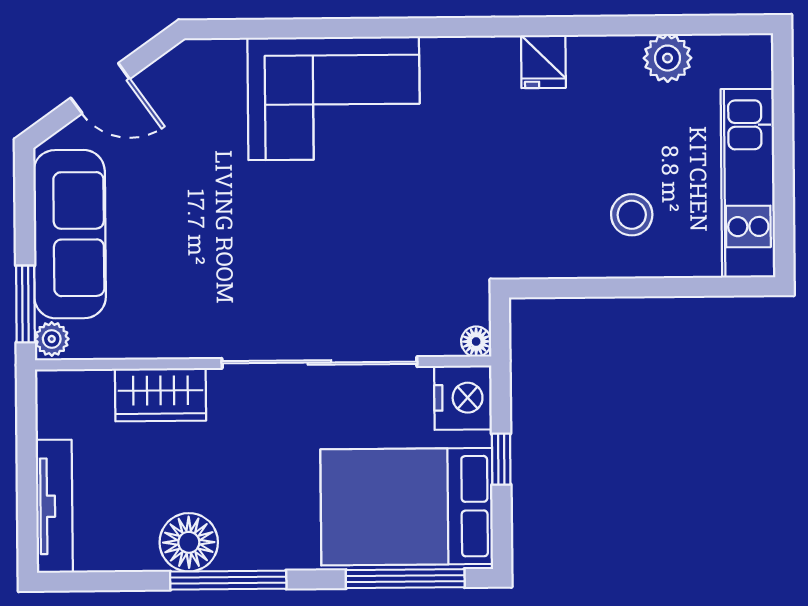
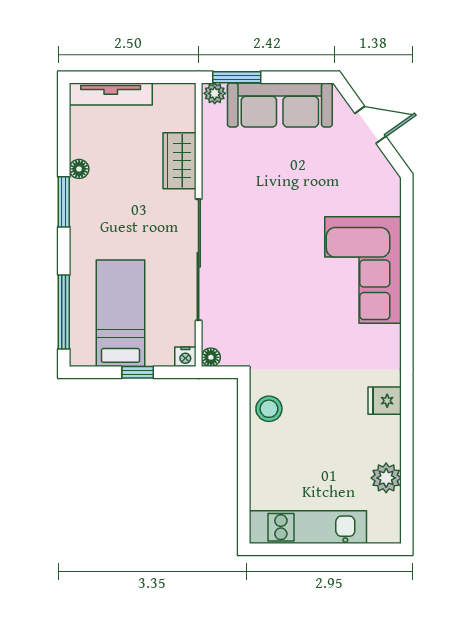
door: (100, 88) -> (370, 125), swing flipped
stool: (632, 215) -> (269, 409), moved
nightstand: (463, 398) -> (185, 357), width x0.53, depth x0.56
bed: (407, 507) -> (121, 313), width x0.67
floor lamp: (189, 542) -> (79, 169), width x0.53, depth x0.53
window: (228, 580) -> (64, 202), width x0.69

